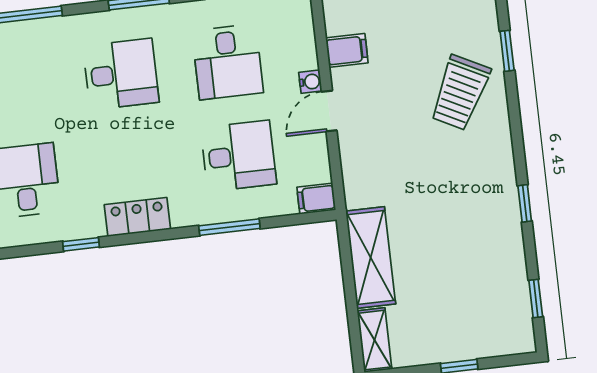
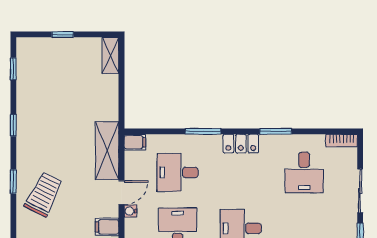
window: (507, 51) -> (13, 182), moved
window: (229, 227) -> (203, 131), moved
window: (81, 244) -> (276, 131), width x1.50
shelving: (371, 257) -> (107, 151), moved

